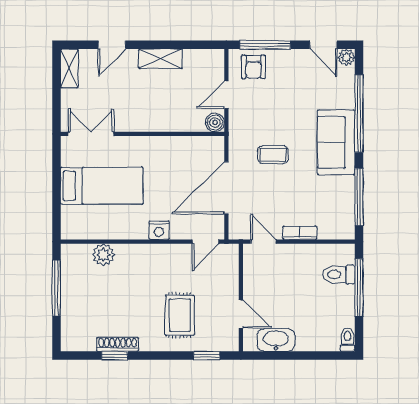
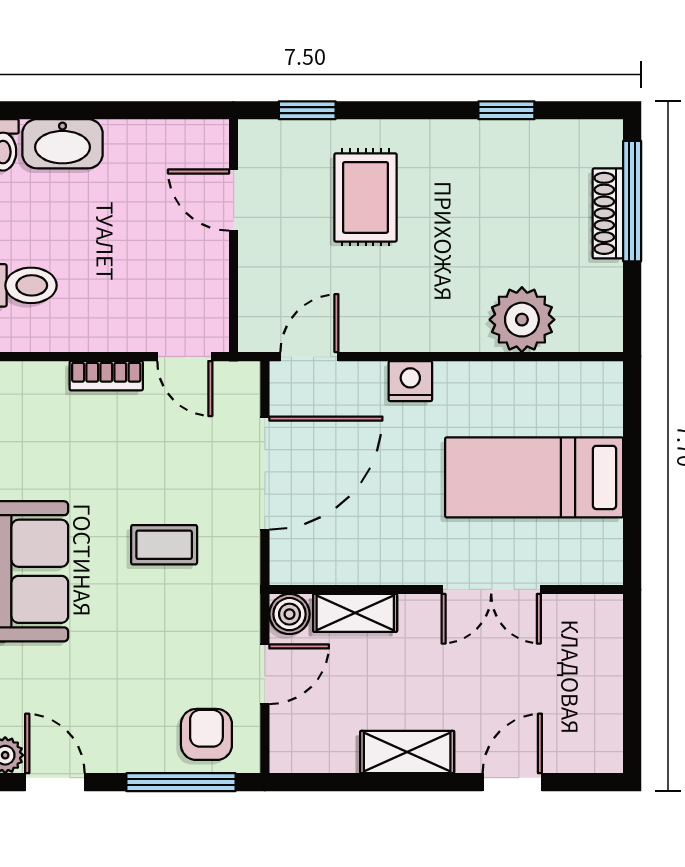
shelving: (69, 68) -> (355, 613), moved, turned 90
double door: (91, 134) -> (491, 589), moved
plant: (103, 255) -> (522, 320), width x1.36, depth x1.36
window: (56, 288) -> (632, 201), moved
washbasin: (276, 340) -> (63, 144), moved
shoe rack: (118, 344) -> (608, 213), moved, turned 90

